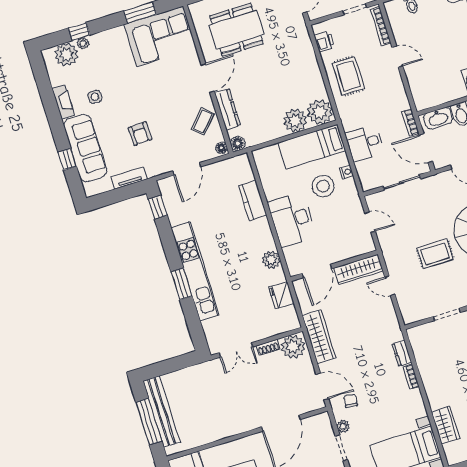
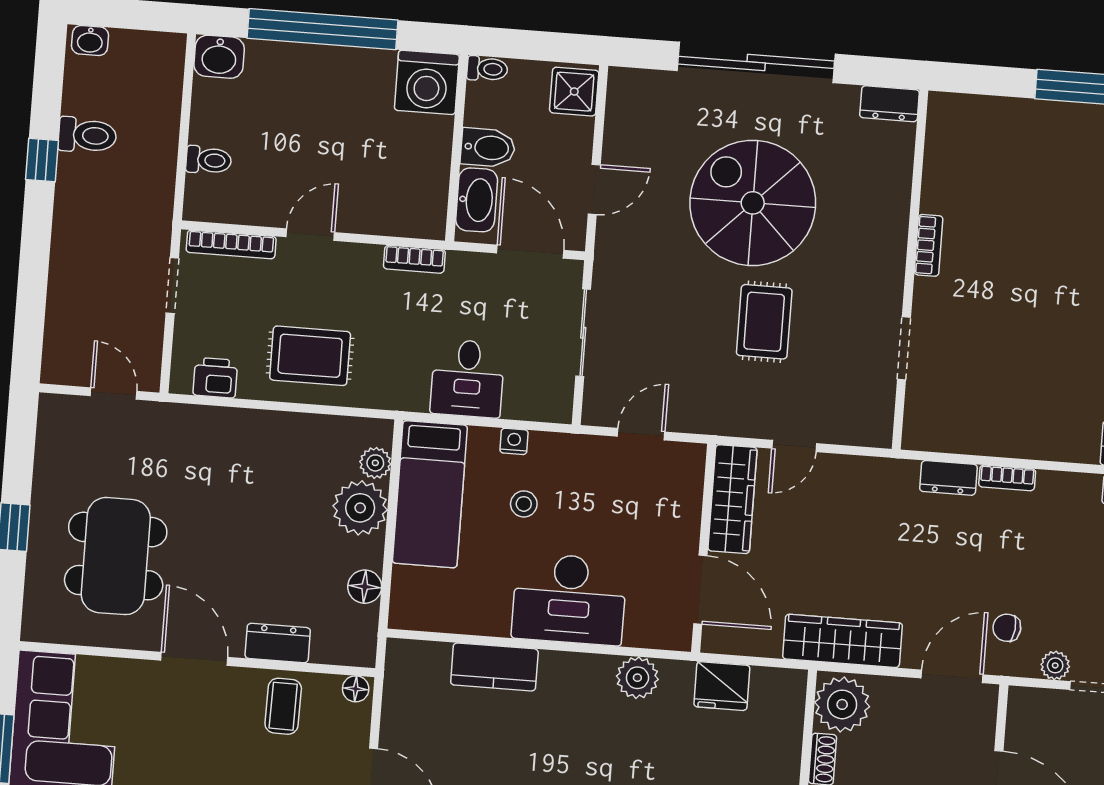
dresser: (227, 109) -> (278, 643), width x0.70
plant: (320, 112) -> (375, 463), width x0.53, depth x0.53
coffee table: (203, 121) -> (283, 706), turned 48
bookcase: (410, 122) -> (414, 259), moved
floor lamp: (238, 143) -> (365, 587), moved
door: (426, 148) -> (530, 252), swing flipped
stool: (323, 186) -> (524, 504), width x0.53, depth x0.53

